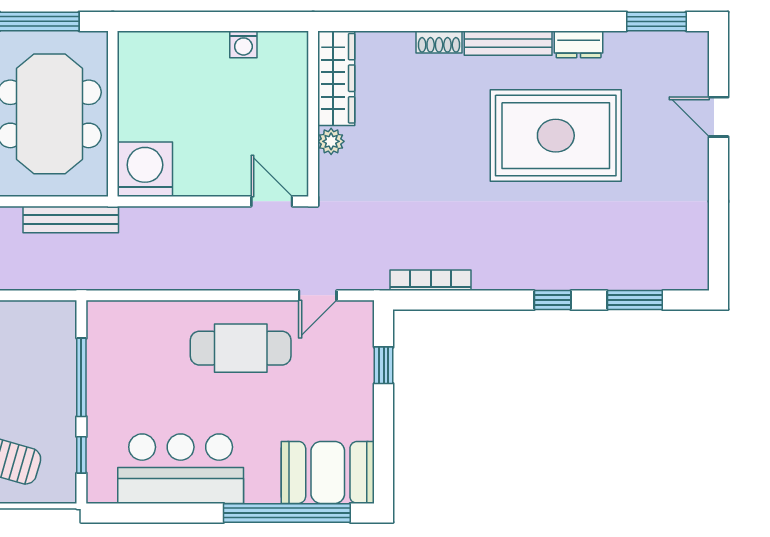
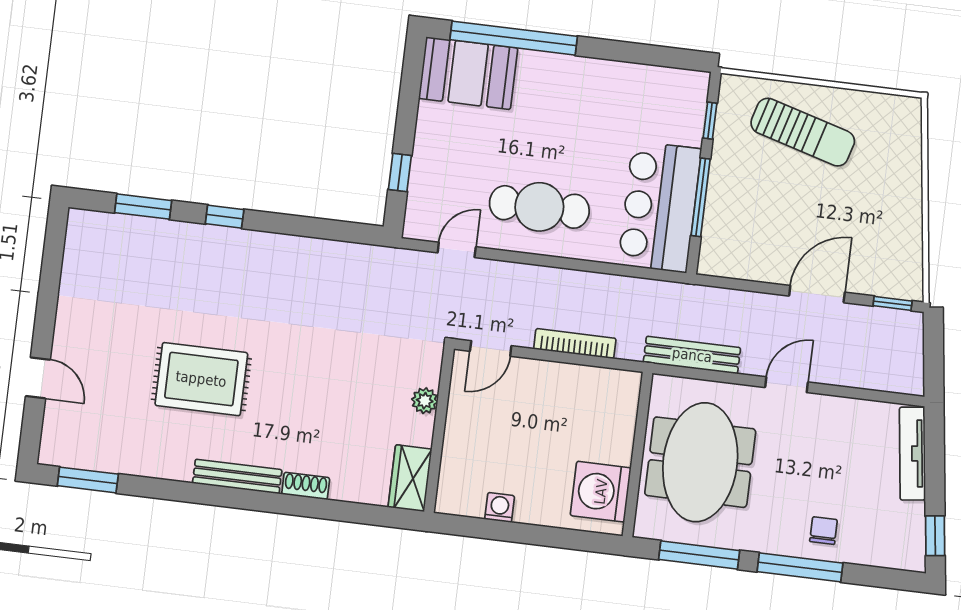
dresser: (579, 44) -> (168, 467), removed
wardrobe: (336, 78) -> (410, 478), width x0.67
rug: (556, 136) -> (201, 379), width x0.73, depth x0.69
washing machine: (145, 169) -> (601, 492), moved, turned 90
door: (272, 201) -> (491, 348), hinge flipped
bookcase: (431, 280) -> (575, 344), moved, turned 180
bar counter: (181, 469) -> (660, 207), moved, turned 90

